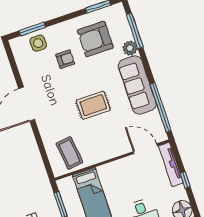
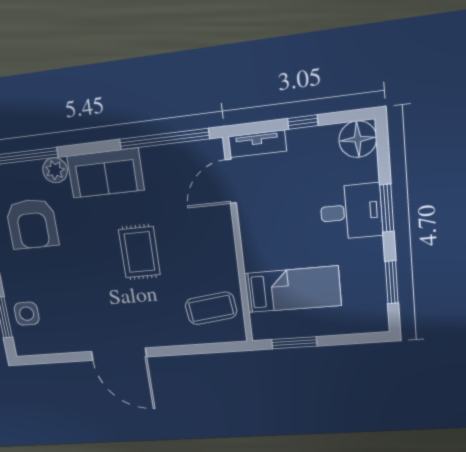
armchair: (65, 59) -> (58, 279), removed
sofa: (137, 85) -> (105, 173), width x0.73
tv unit: (171, 164) -> (257, 144), width x0.71

